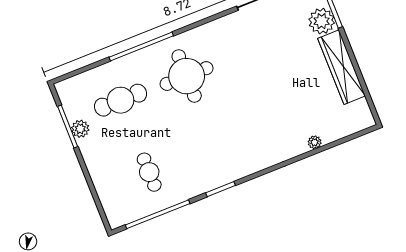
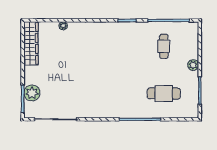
wardrobe: (342, 67) -> (31, 43), moved
round table: (187, 76) -> (121, 92), removed
plant: (80, 129) -> (193, 65), moved

